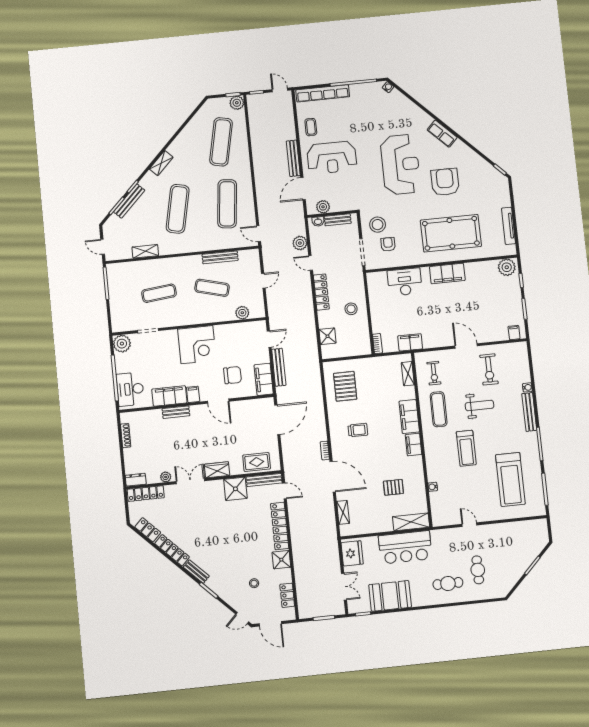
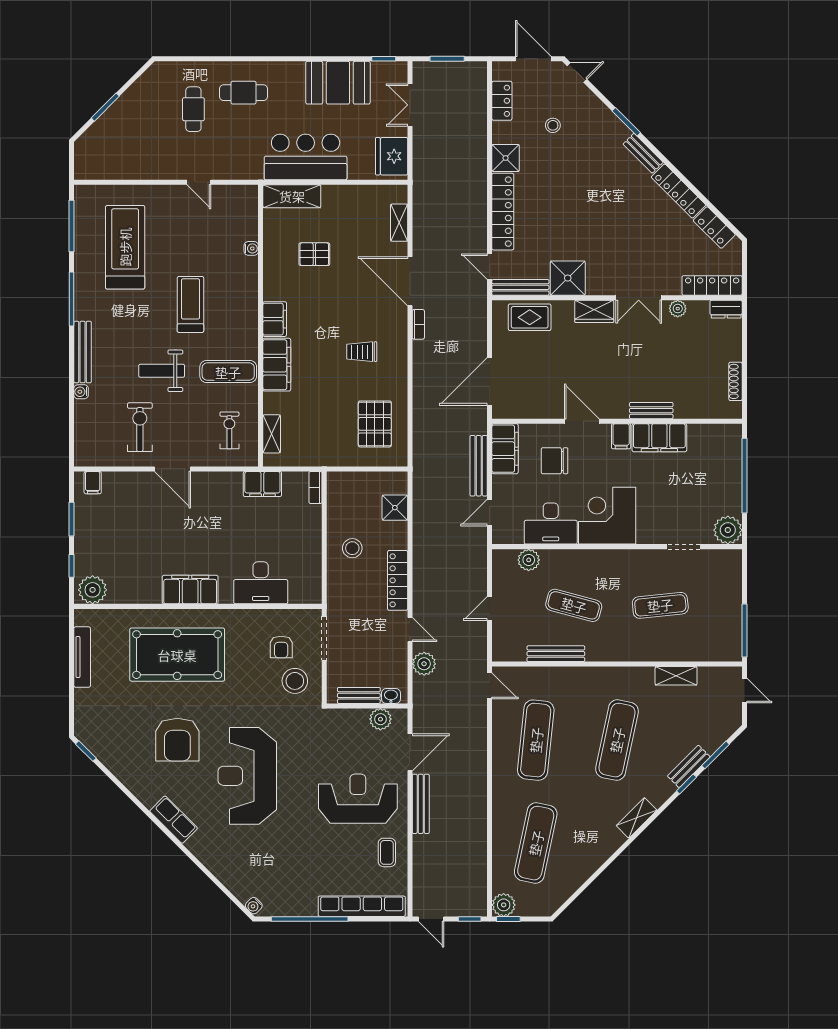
bench: (129, 201) -> (689, 766), width x0.73
desk: (130, 389) -> (551, 524), moved, turned 90
exercise mat: (439, 409) -> (228, 372), turned 90

